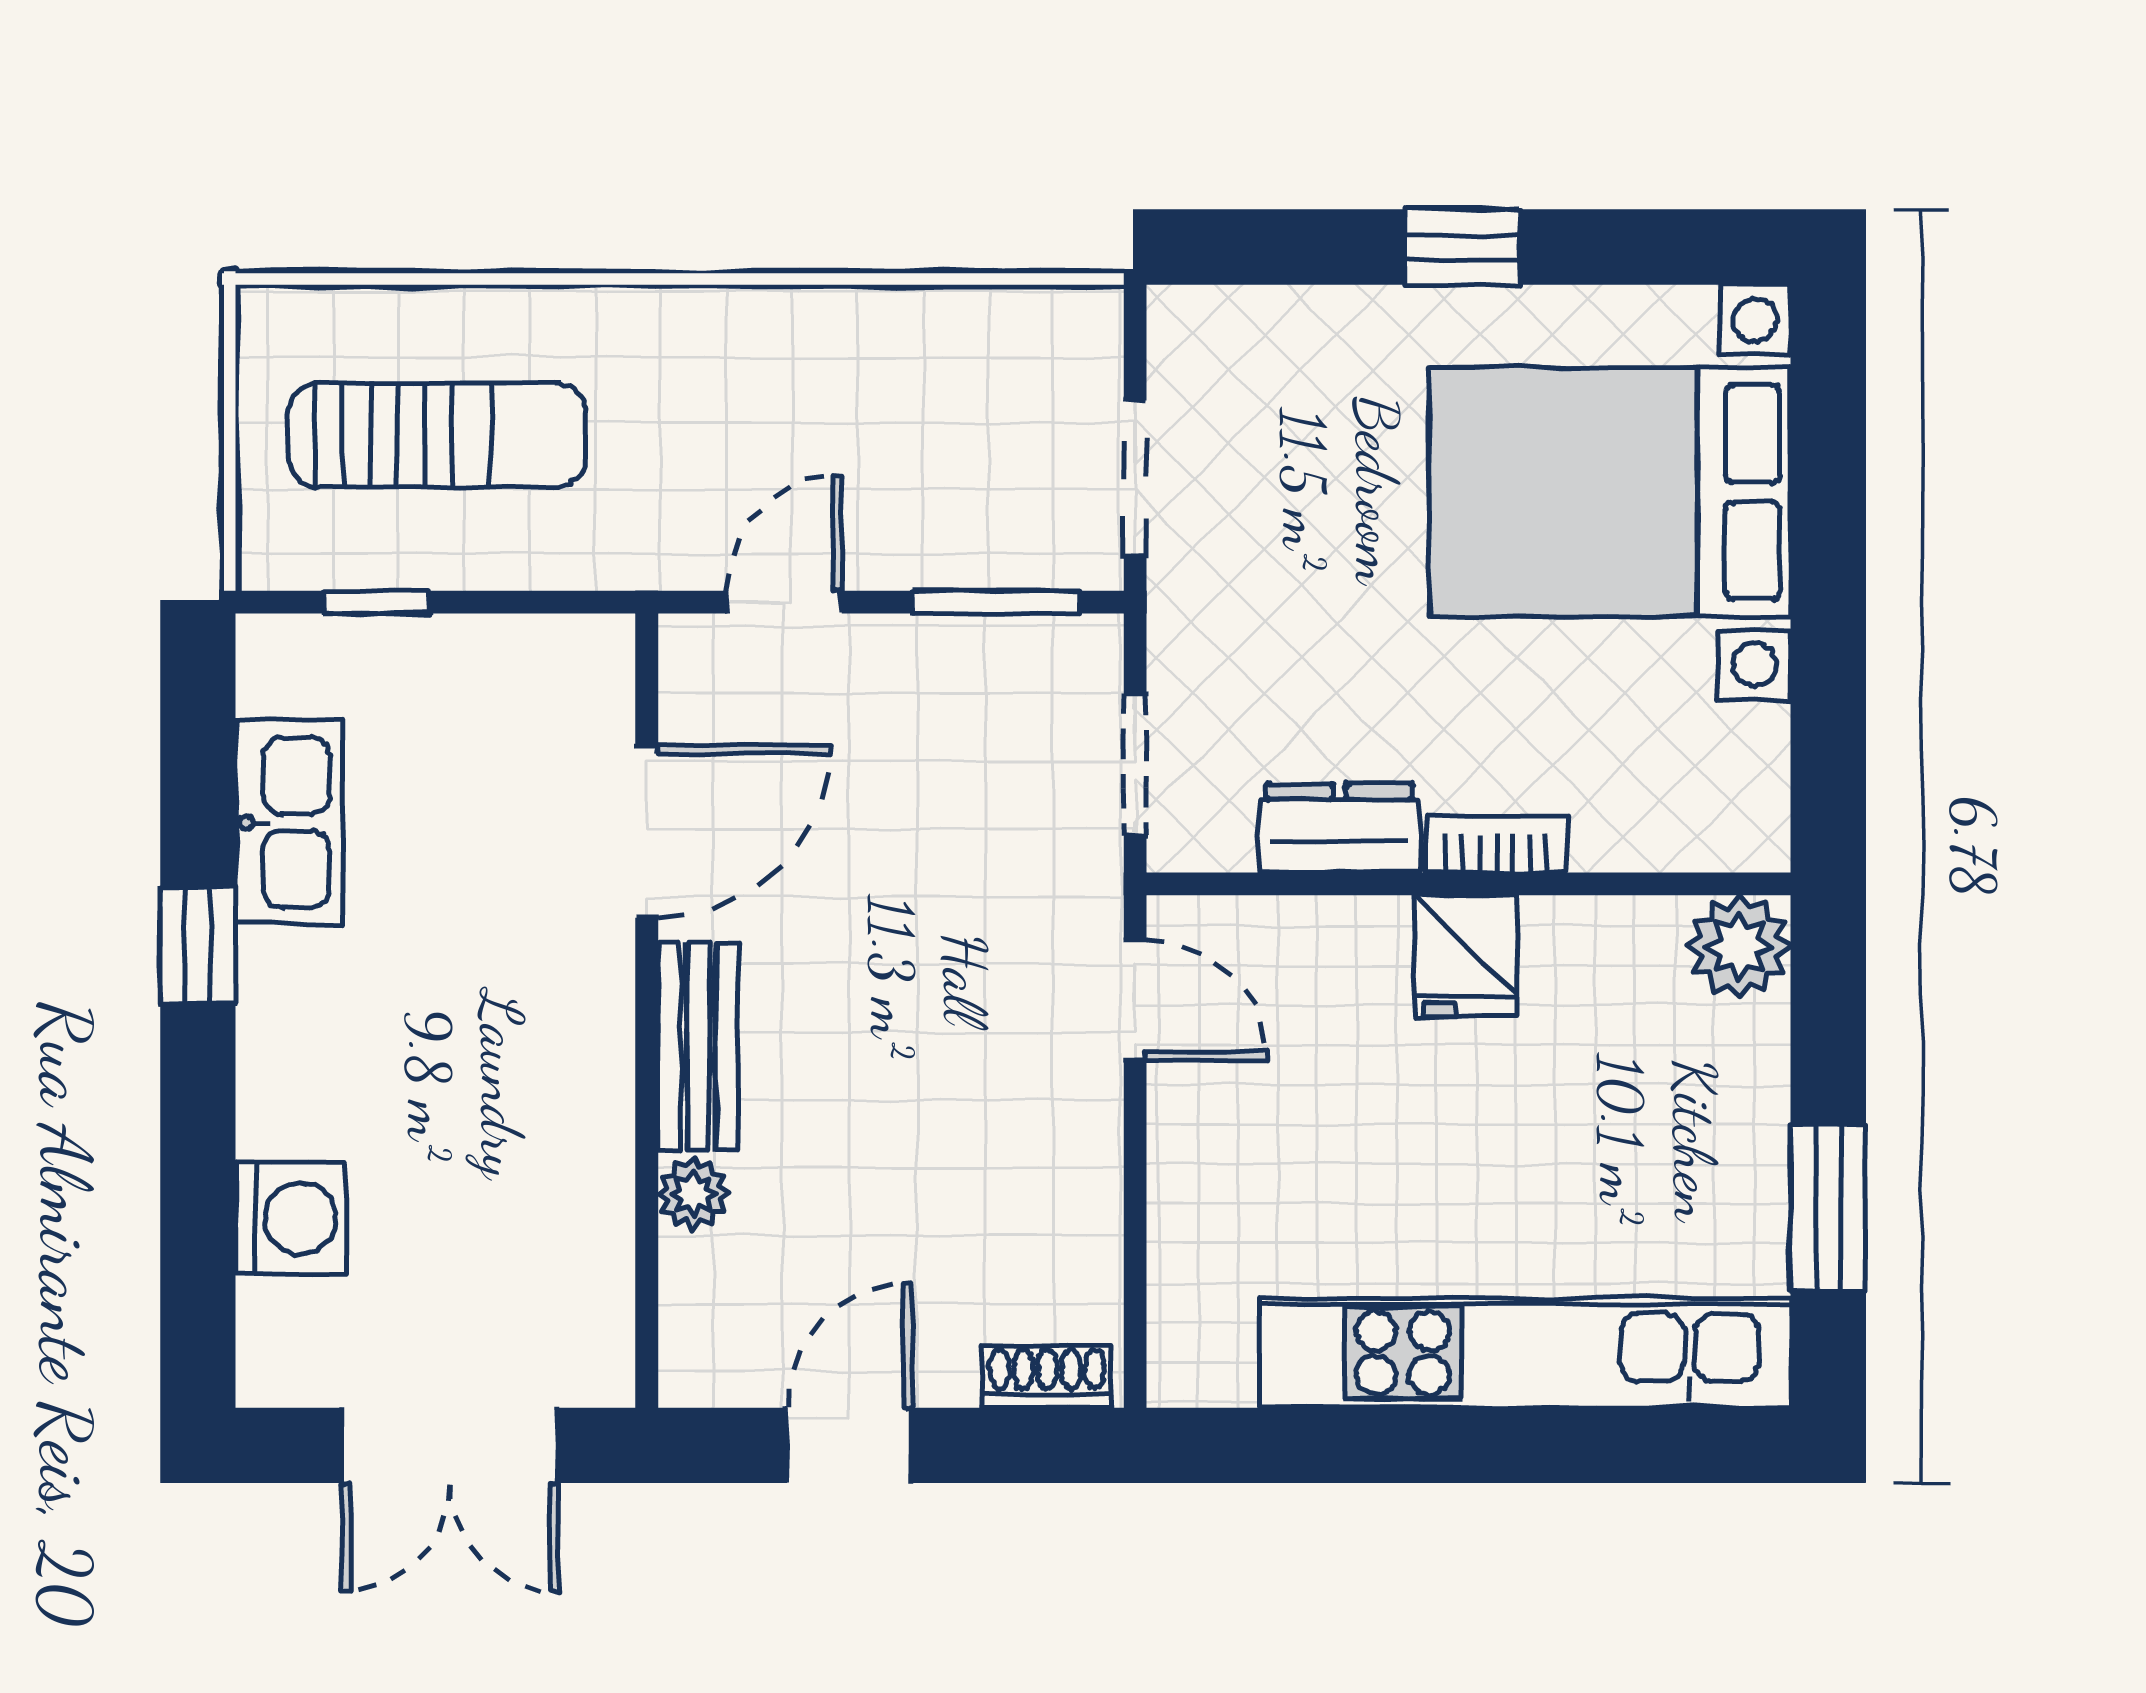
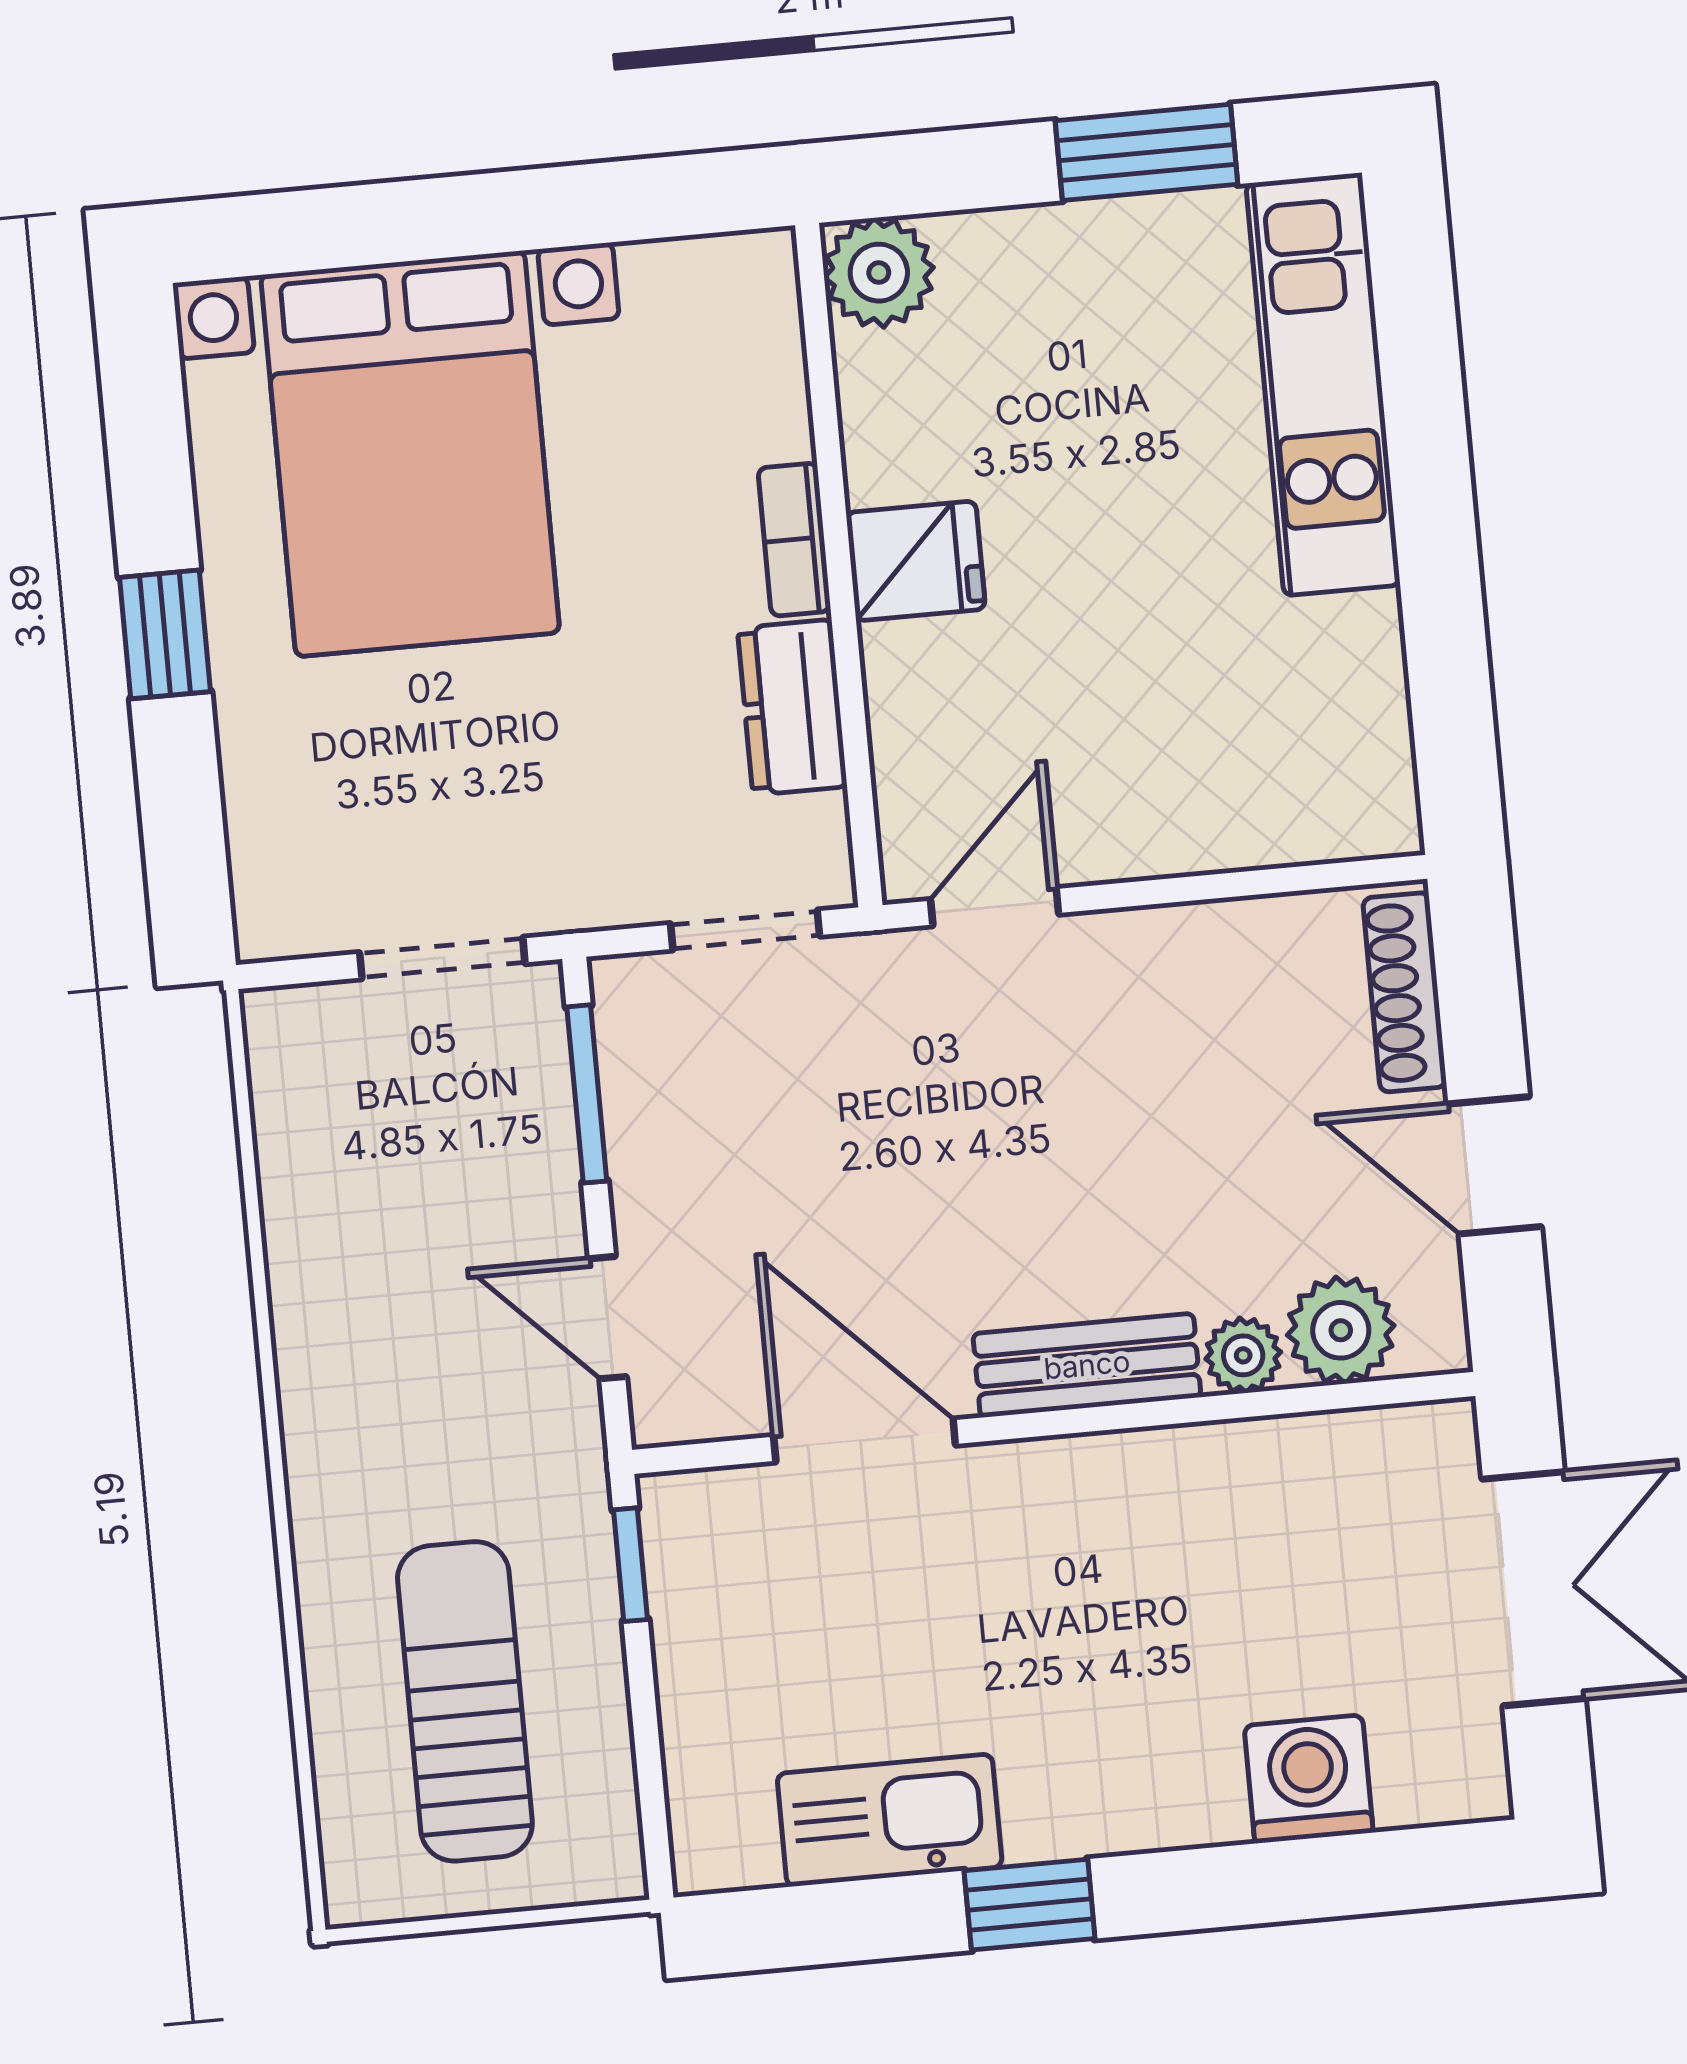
window: (377, 602) -> (631, 1565), moved
plant: (709, 1287) -> (1341, 1330), added
kitchen unit: (1525, 1353) -> (1323, 384), width x0.73
shoe rack: (1047, 1377) -> (1405, 992), width x1.43

